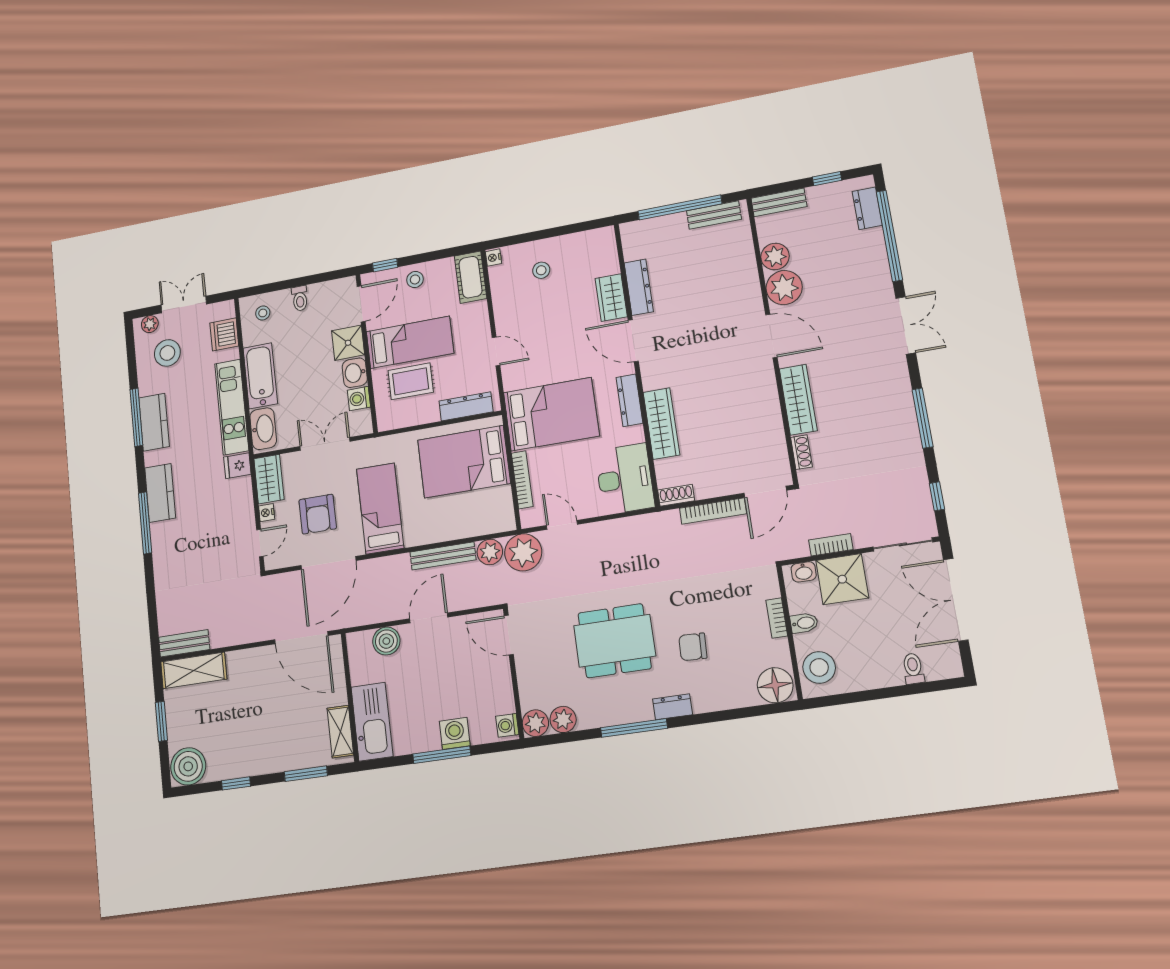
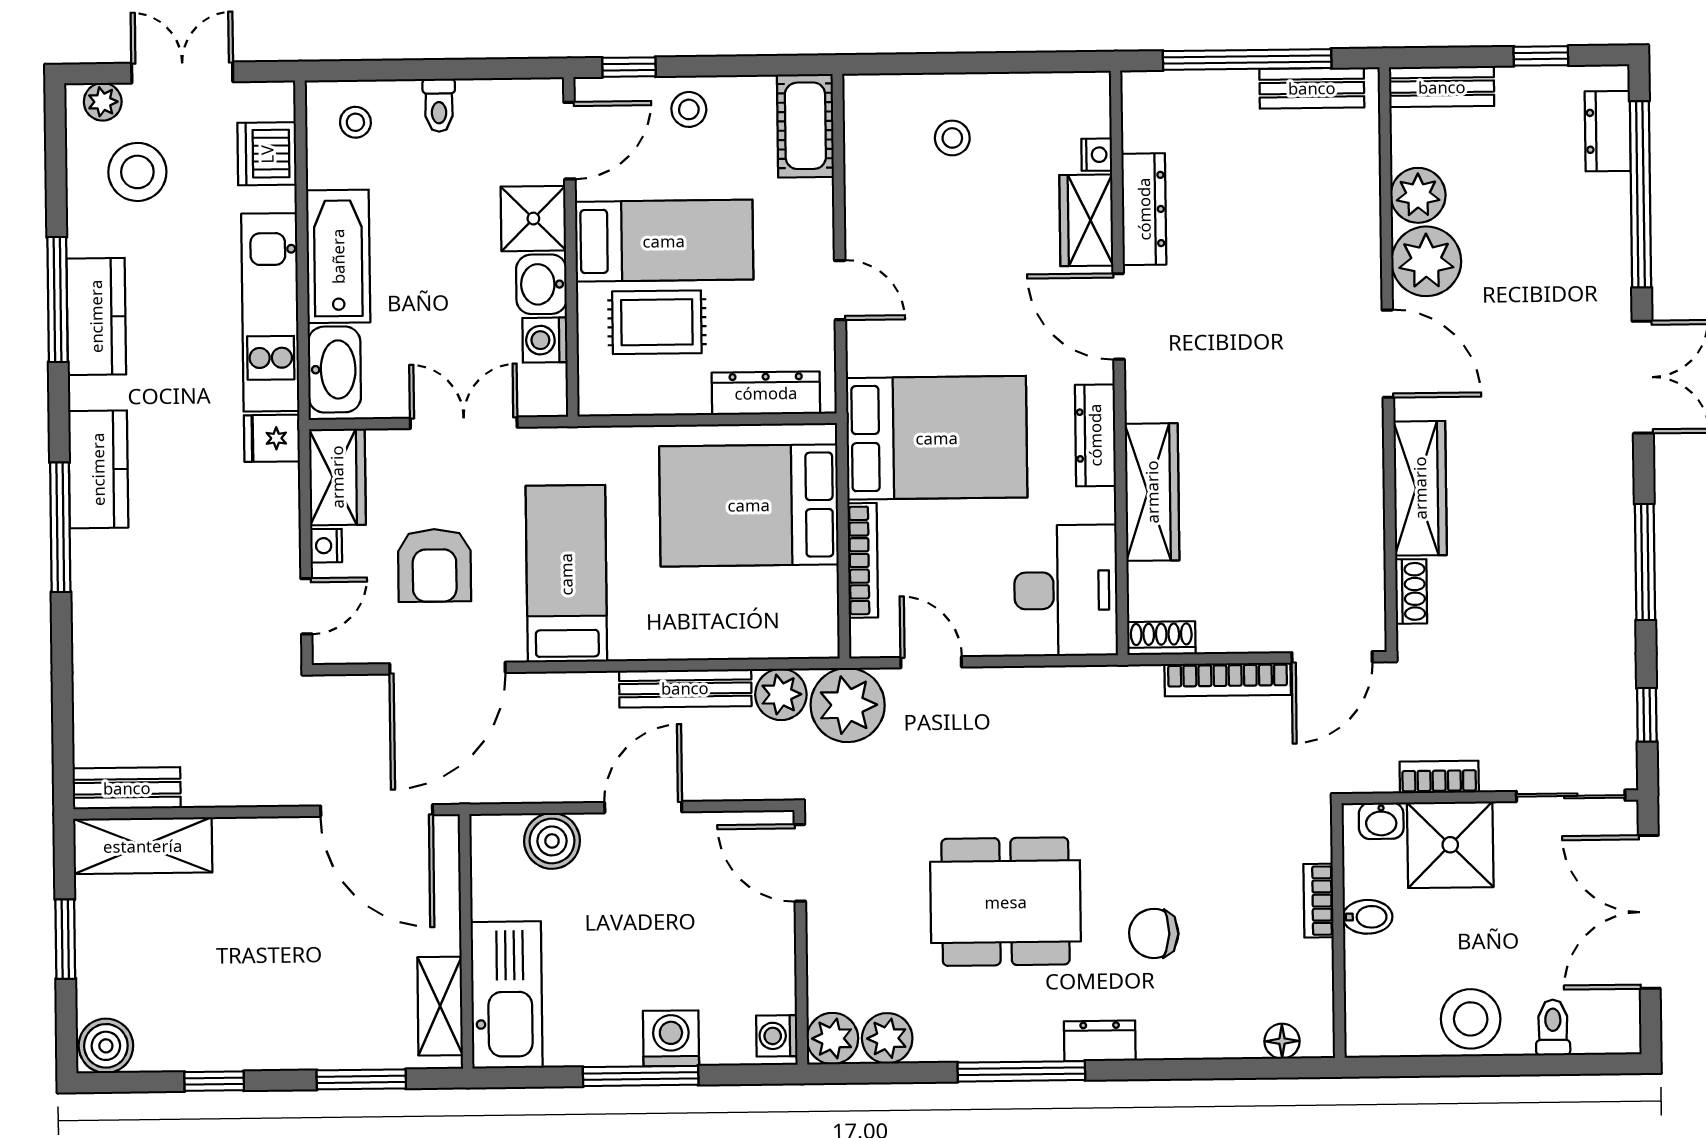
nightstand: (493, 258) -> (1097, 155), moved, turned 180
stool: (819, 667) -> (1471, 1019), moved
floor lamp: (775, 685) -> (1282, 1041), width x0.53, depth x0.53
boiler: (188, 766) -> (106, 1046), width x0.73, depth x0.73

